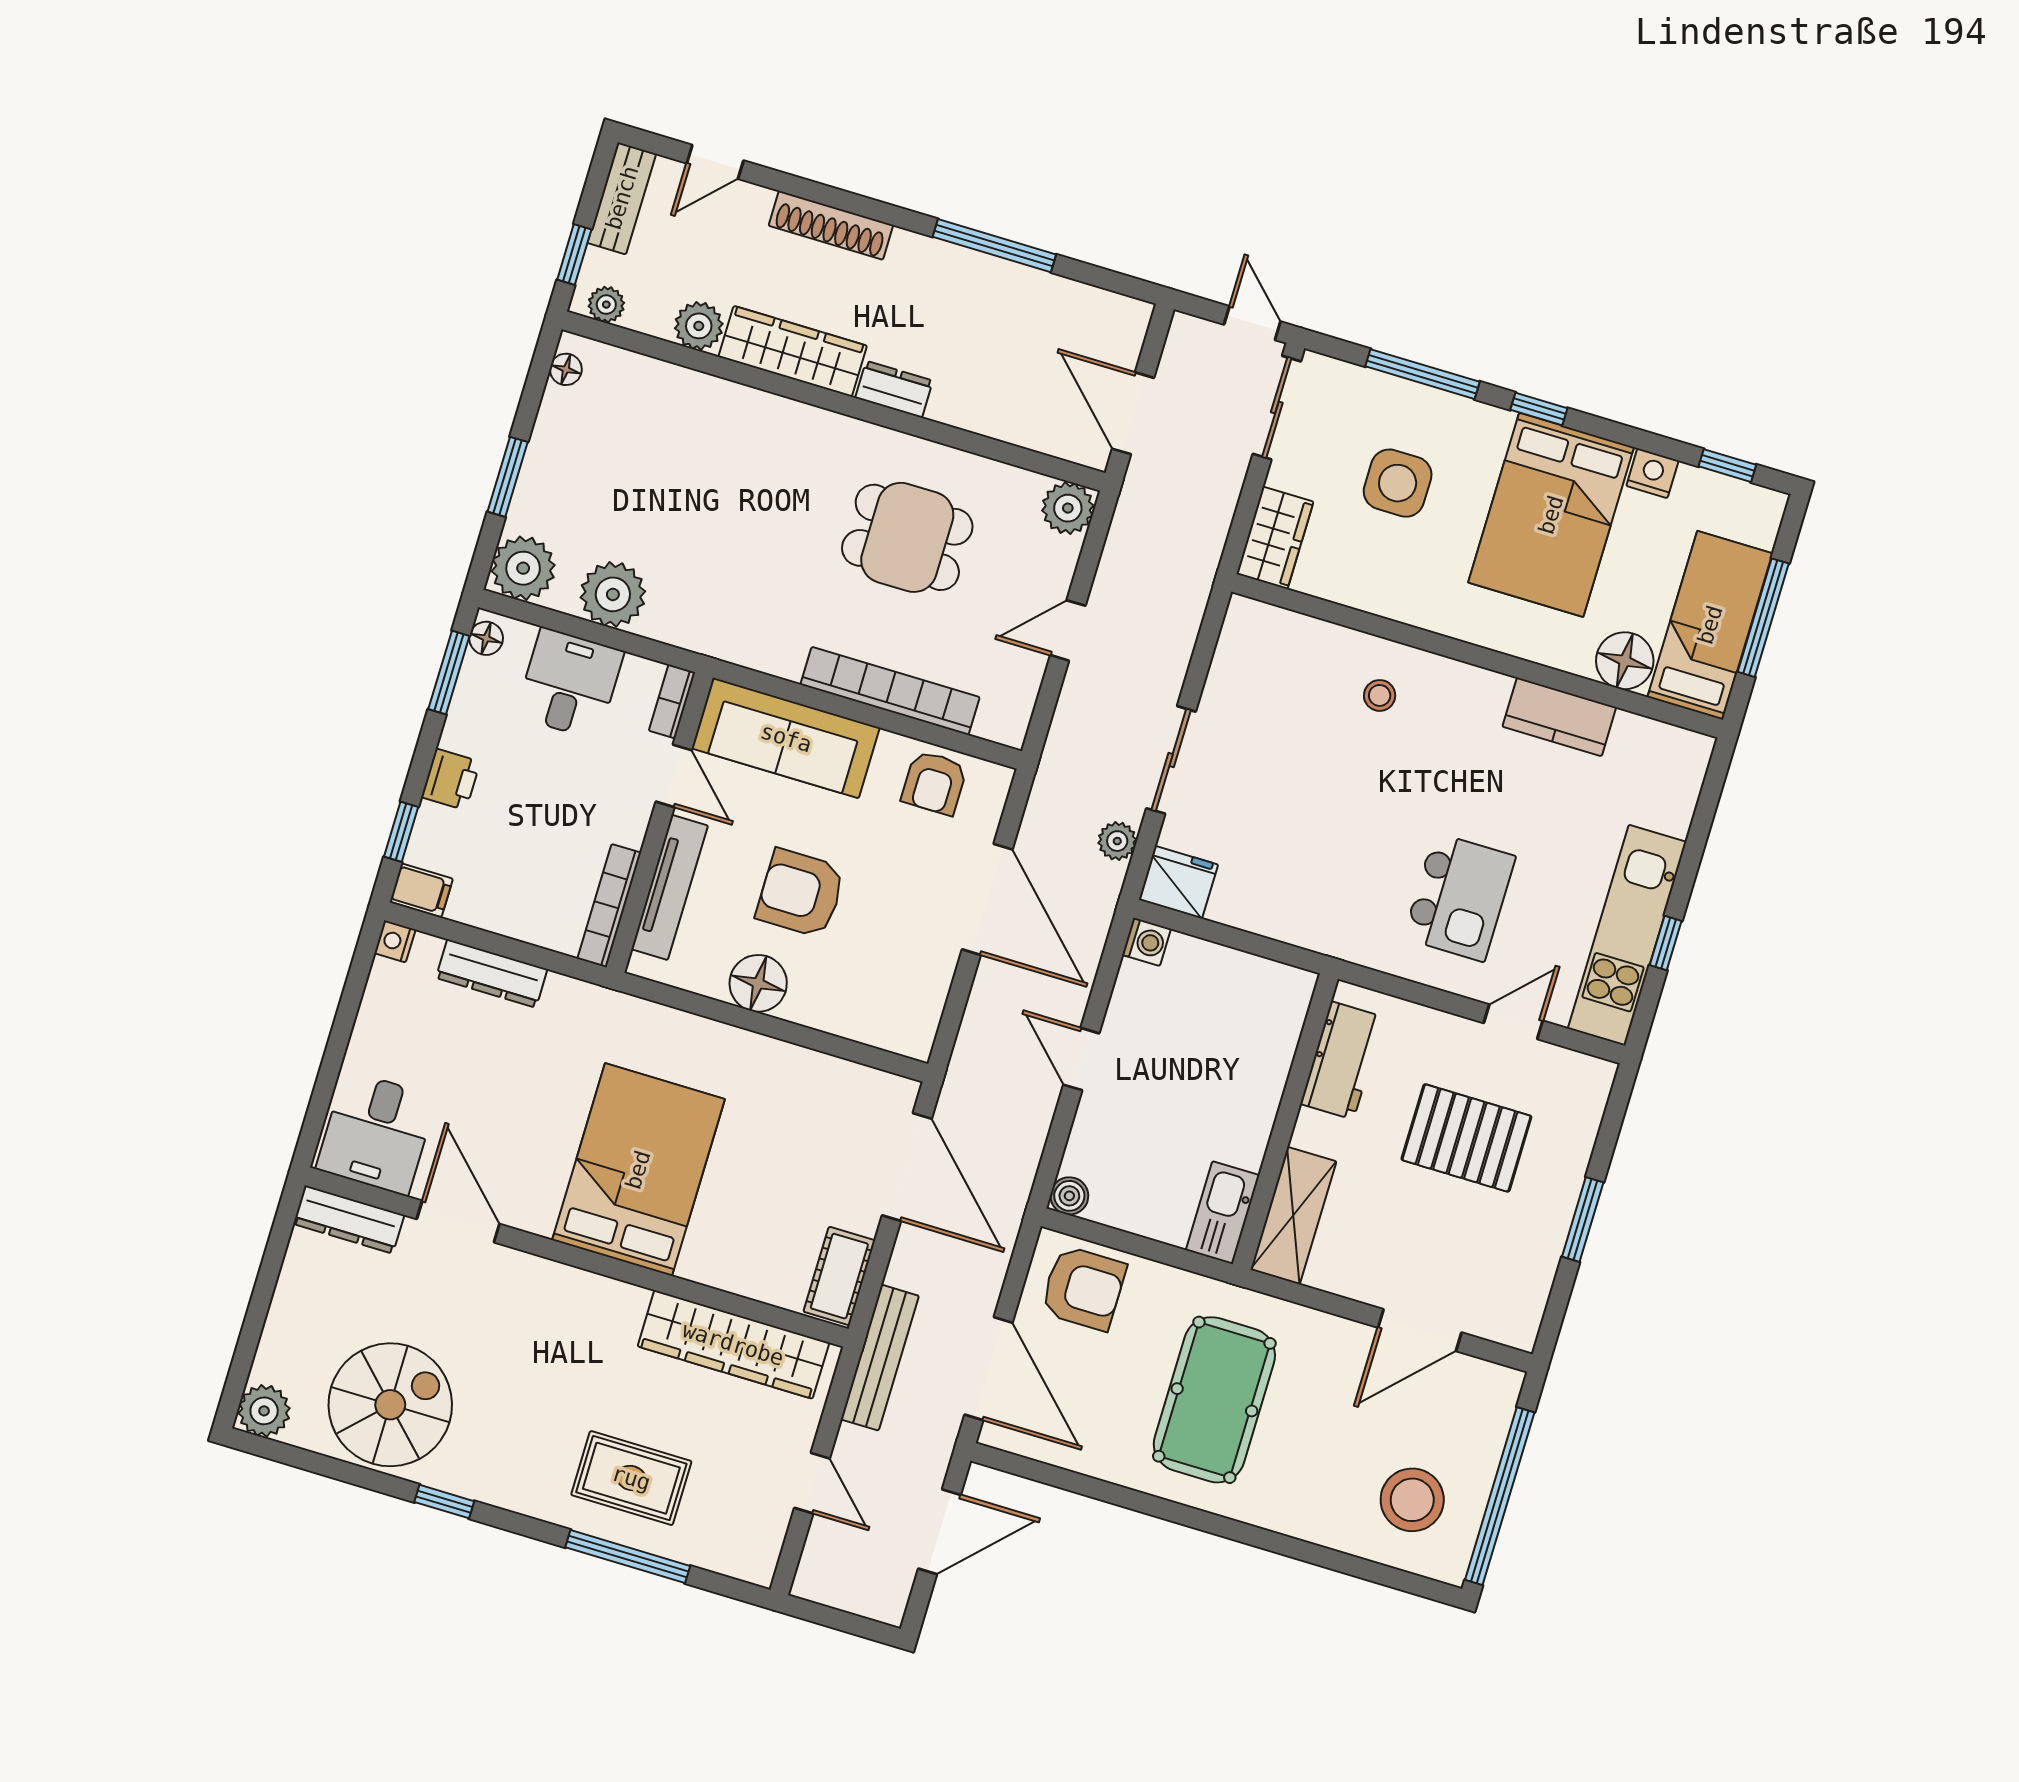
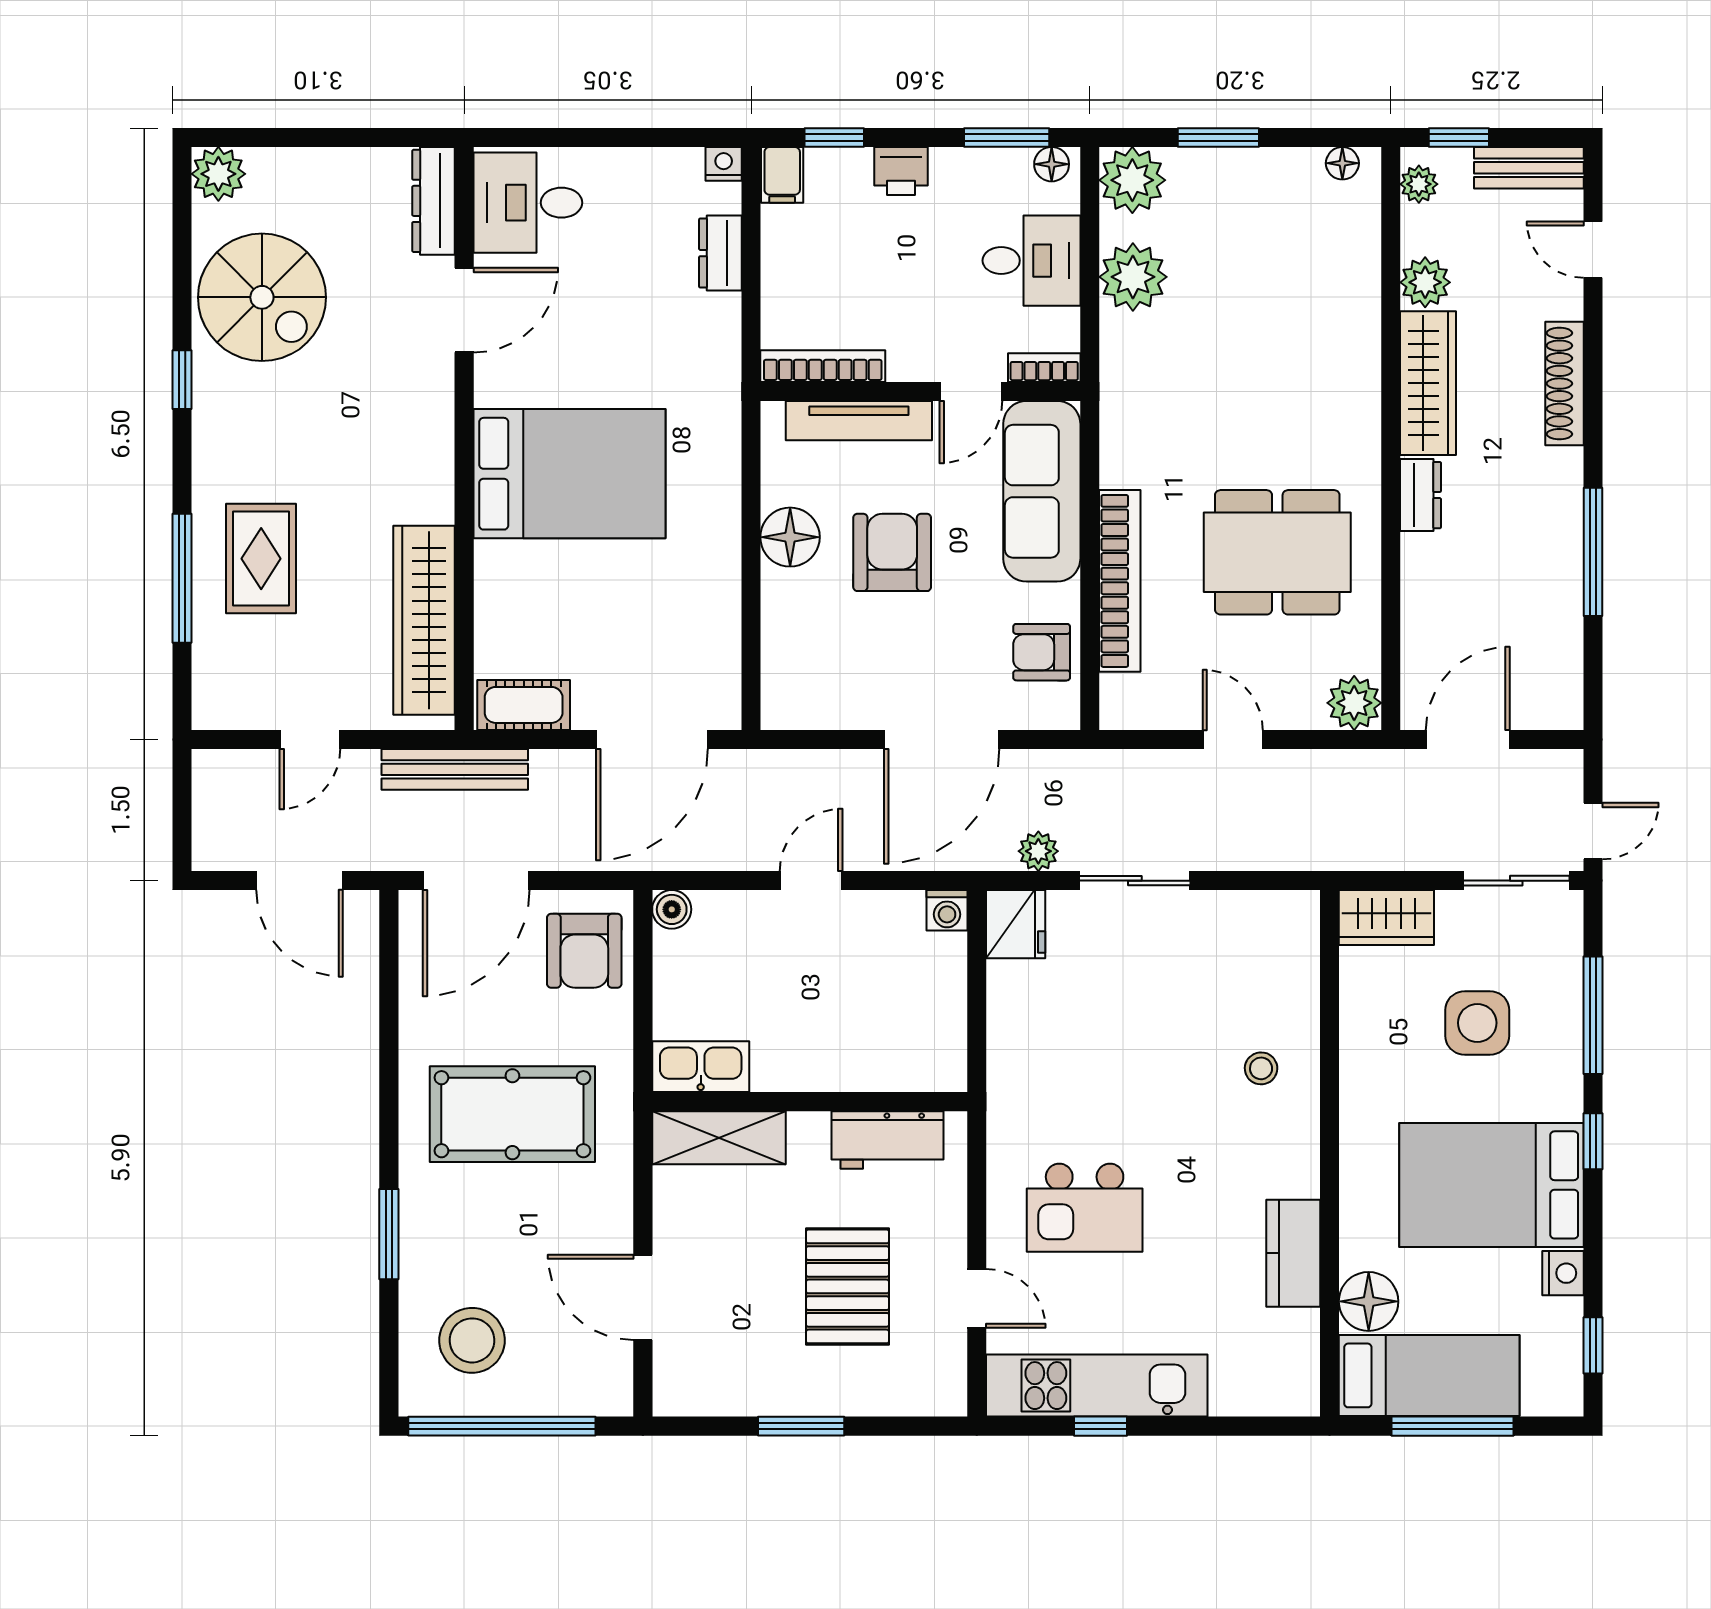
dining table: (907, 537) -> (1277, 552), width x1.38
dresser: (492, 973) -> (720, 253), width x0.70
window: (1291, 1547) -> (389, 1234), added

